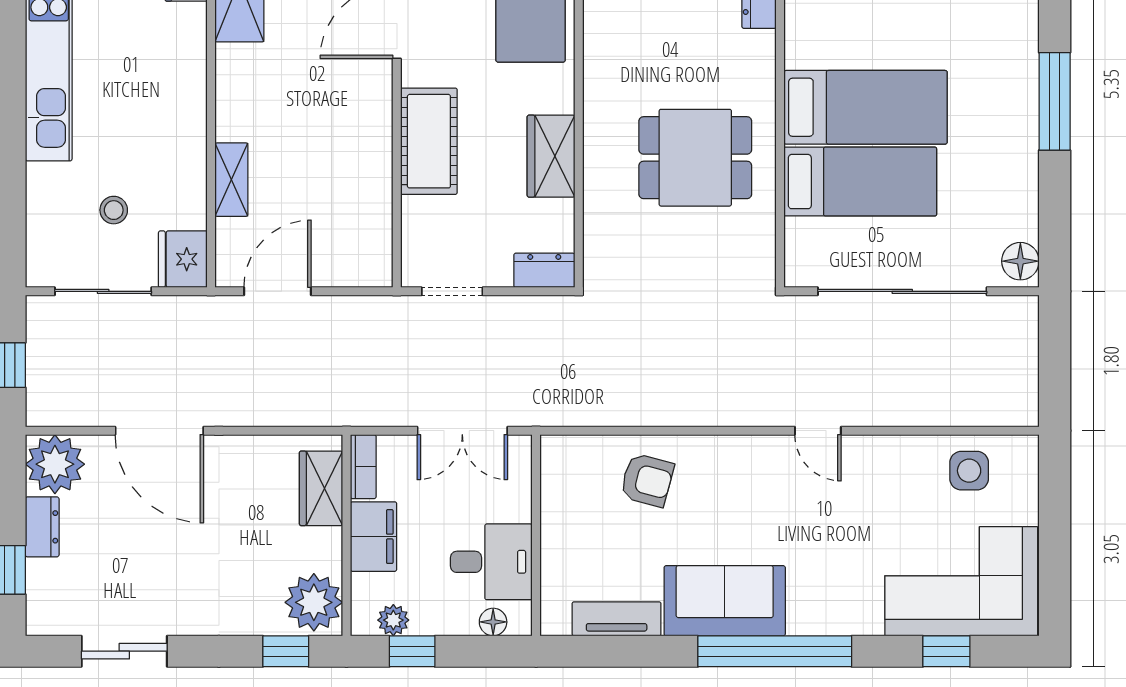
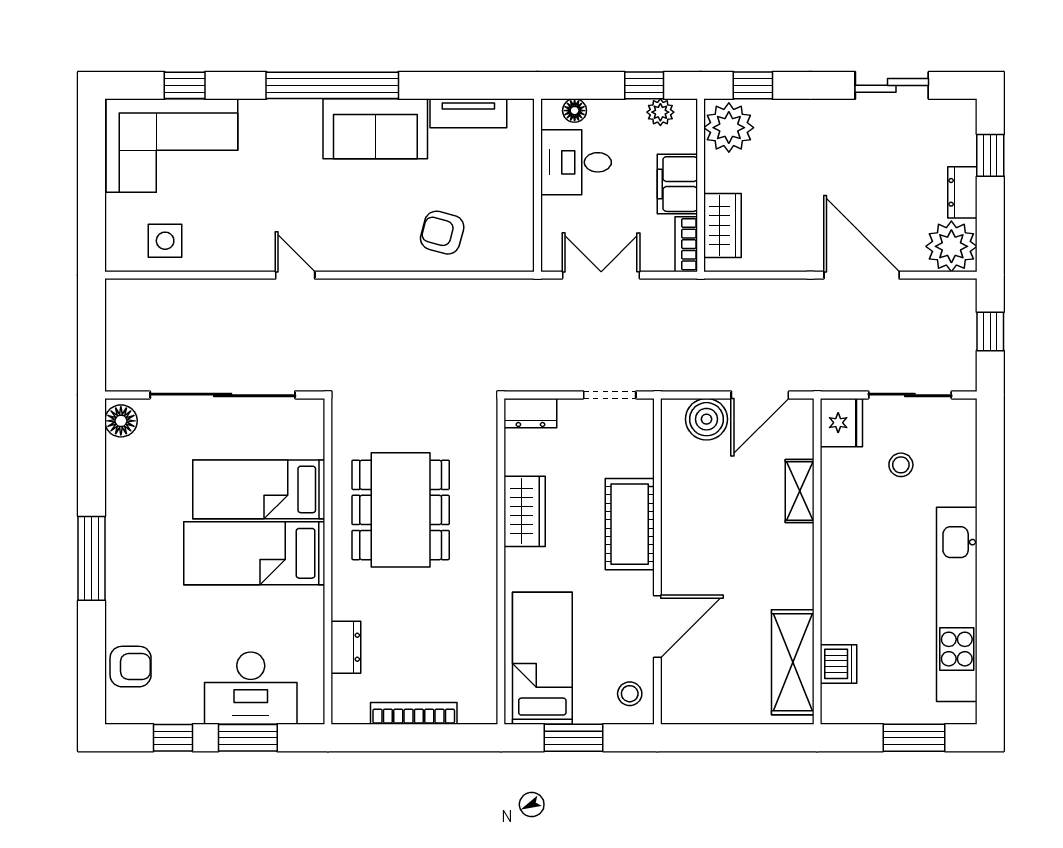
dining table: (695, 158) -> (401, 510), width x1.38
boiler: (340, 263) -> (706, 419), added

